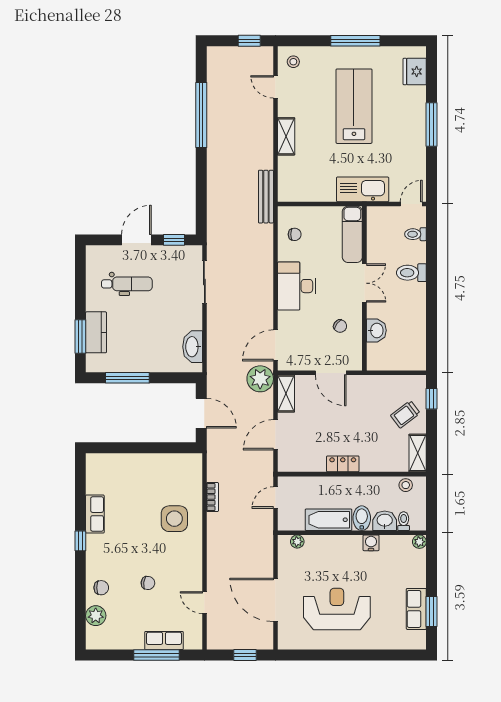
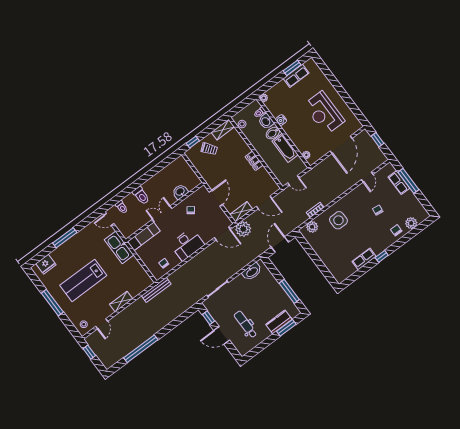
plant: (192, 476) -> (312, 227), added

